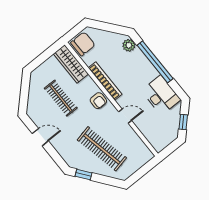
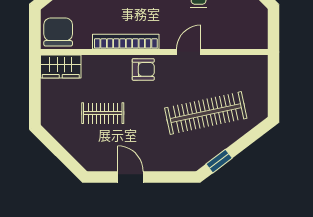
wardrobe: (71, 64) -> (61, 66), width x0.67
clothes rail: (61, 98) -> (103, 113), width x0.73
door: (40, 137) -> (130, 177), hinge flipped

